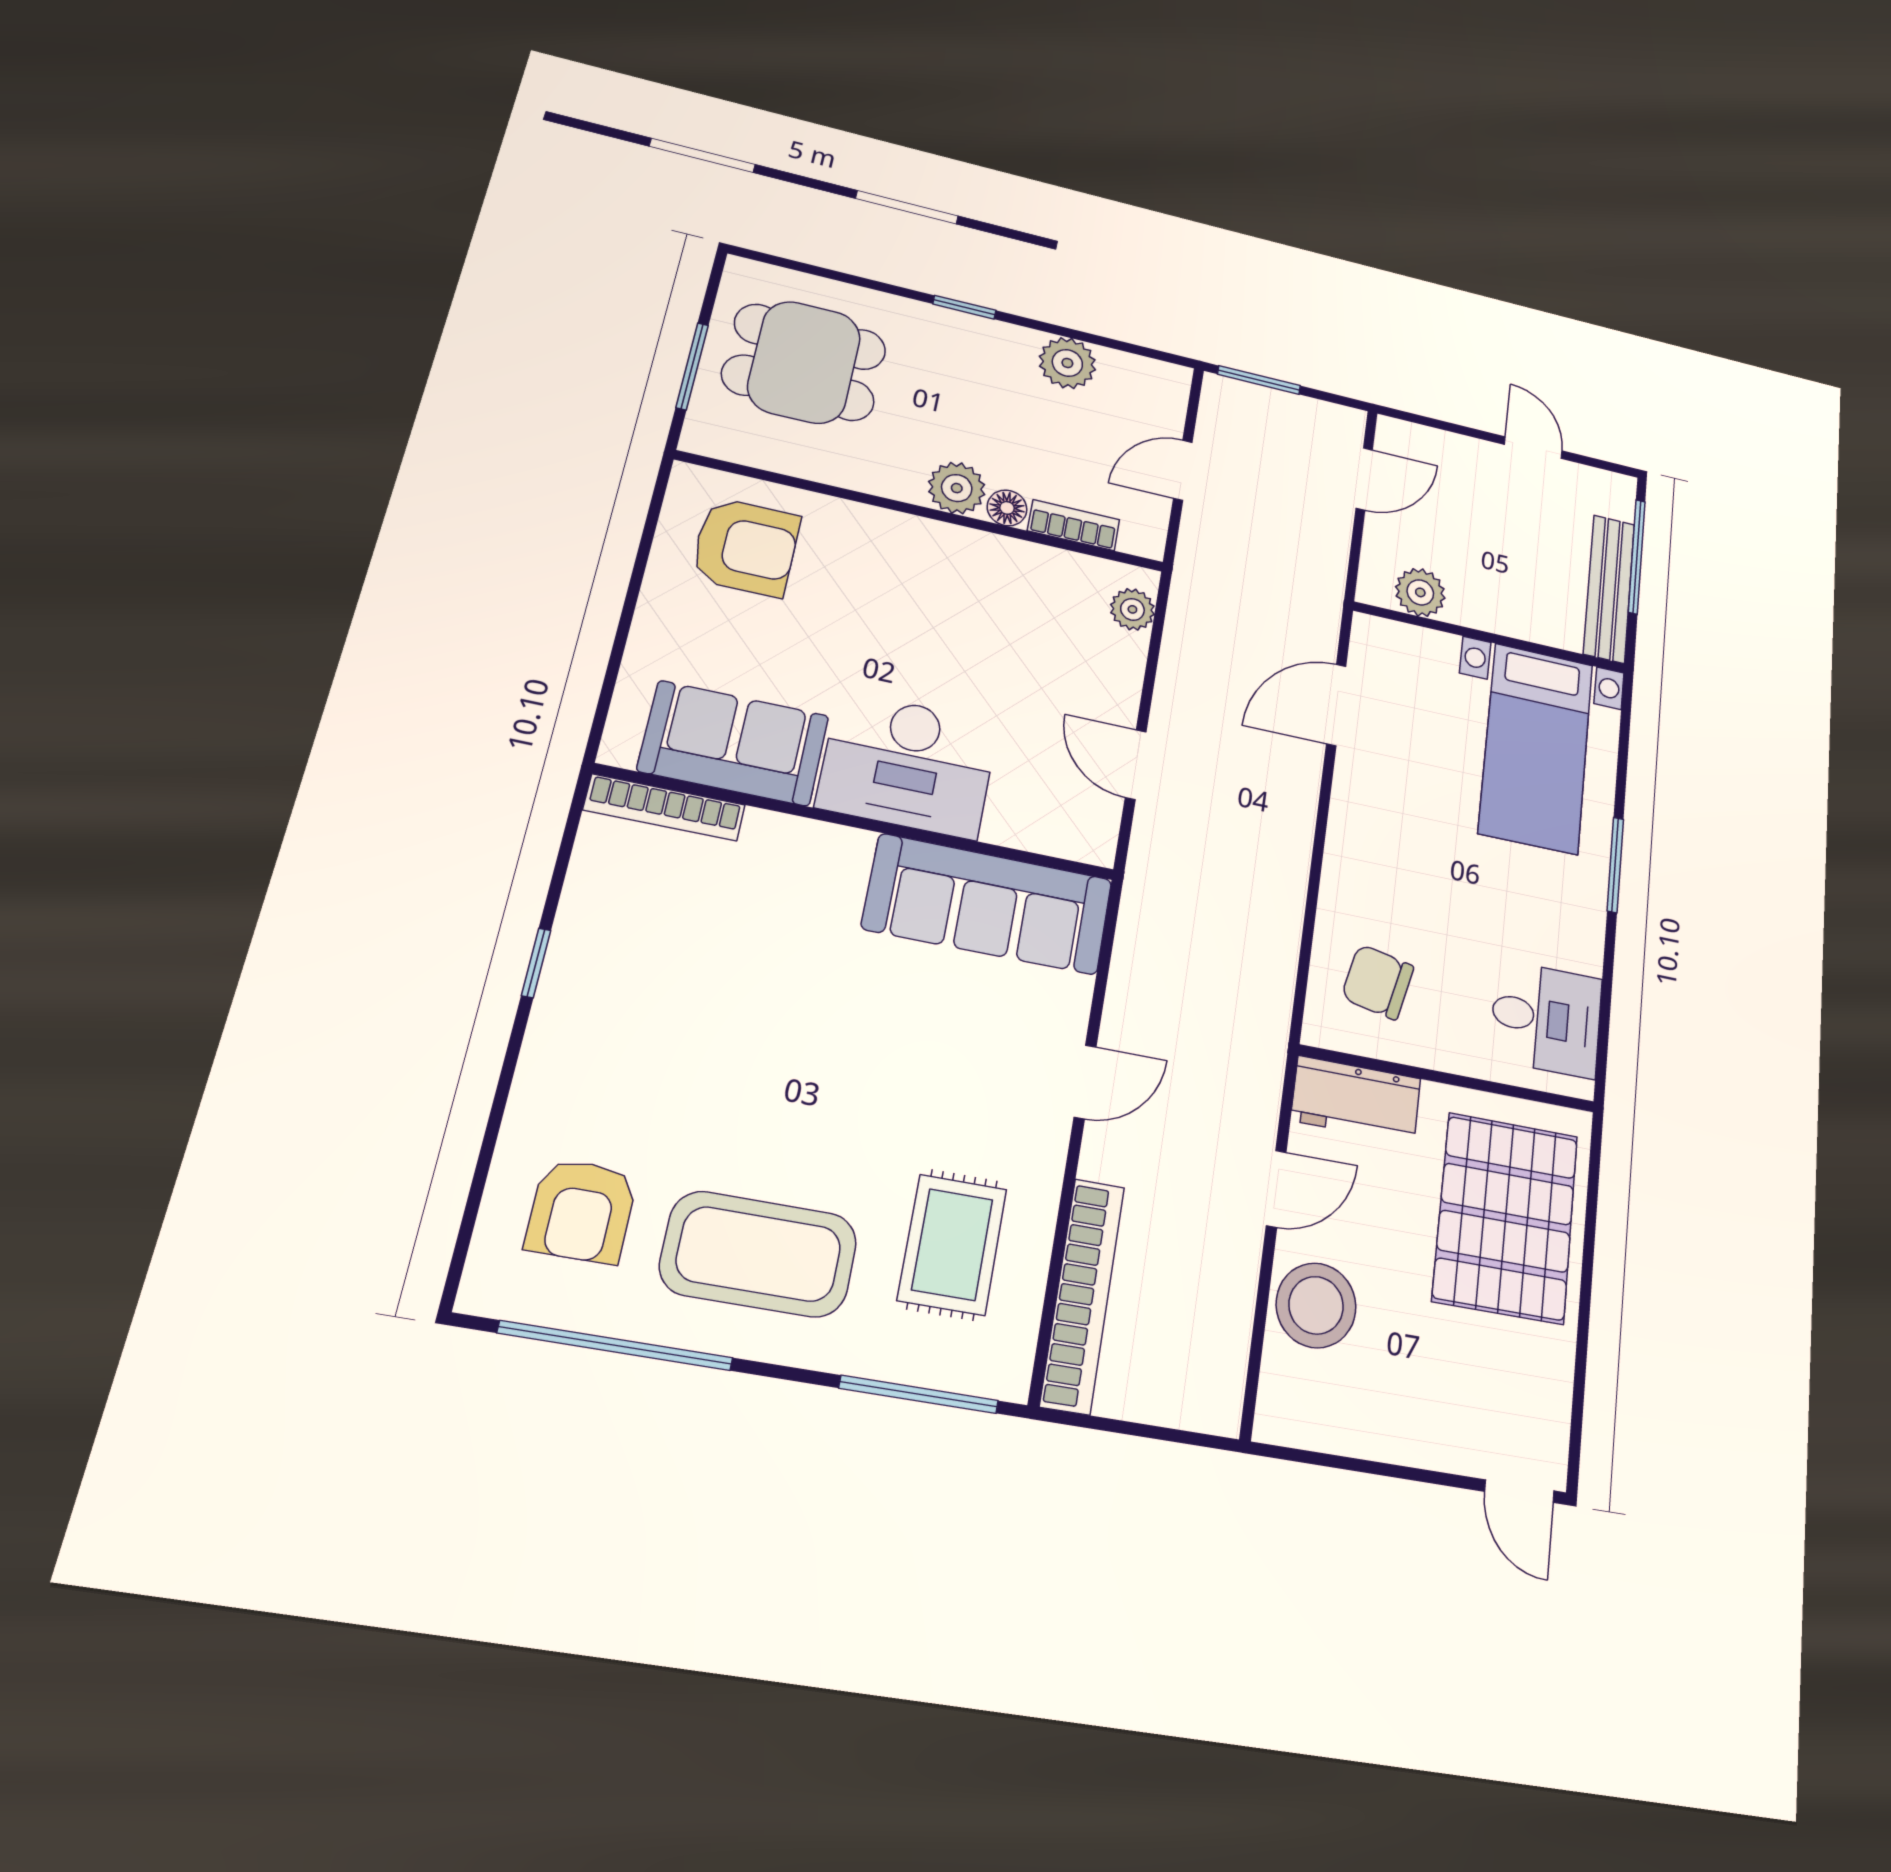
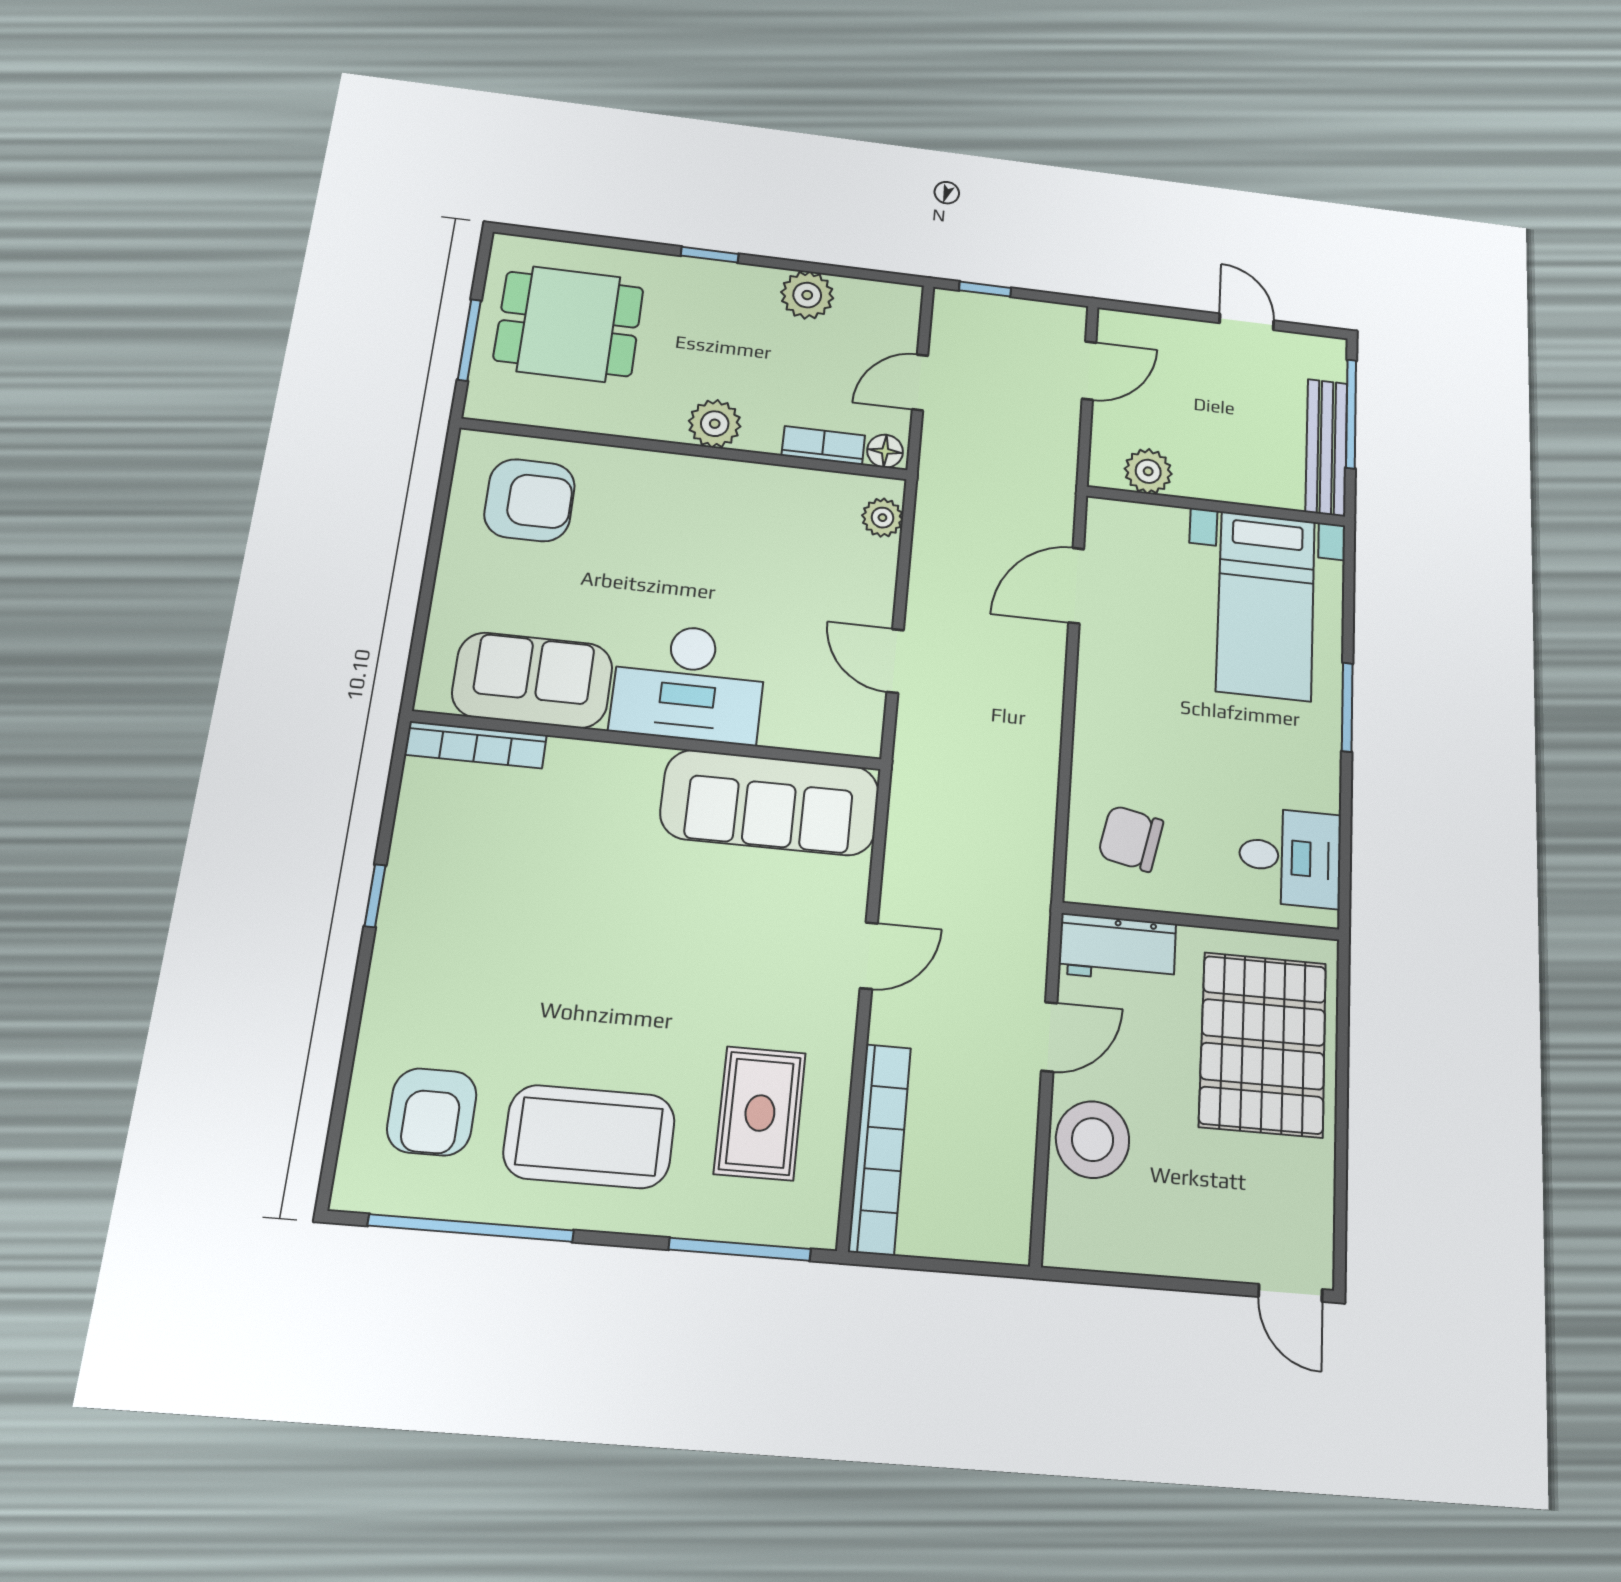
window: (1259, 380) -> (985, 289), width x0.67
floor lamp: (1007, 508) -> (885, 451), moved

